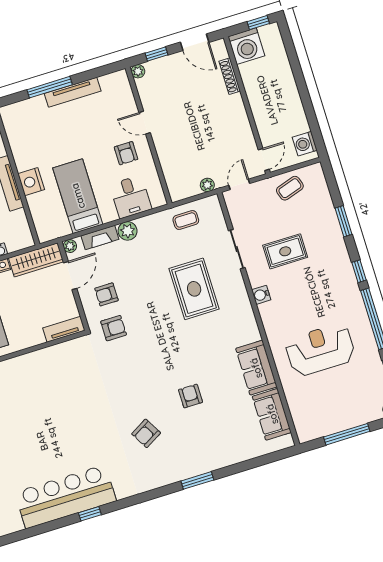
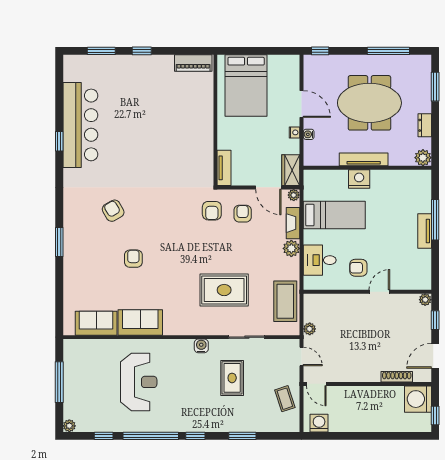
tv unit: (73, 92) -> (425, 231), width x0.71
coffee table: (186, 220) -> (285, 301), width x1.86, depth x1.72
wardrobe: (36, 260) -> (291, 170), width x0.67
armchair: (191, 396) -> (133, 259), turned -90

